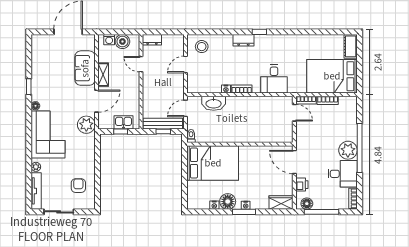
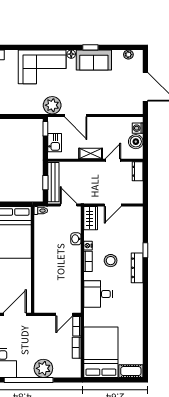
window: (259, 32) -> (145, 250), moved
dresser: (243, 40) -> (137, 268), width x1.44
stool: (202, 47) -> (111, 261), moved
door: (186, 64) -> (113, 205), swing flipped
sofa: (85, 68) -> (94, 60), moved, turned 180
shelving: (103, 75) -> (91, 153), moved
wardrobe: (199, 86) -> (91, 218), added
washbasin: (214, 103) -> (76, 239), width x0.52, depth x0.69
window: (121, 132) -> (45, 129), moved
plant: (348, 150) -> (43, 368), moved
plant: (36, 167) -> (128, 55), moved

